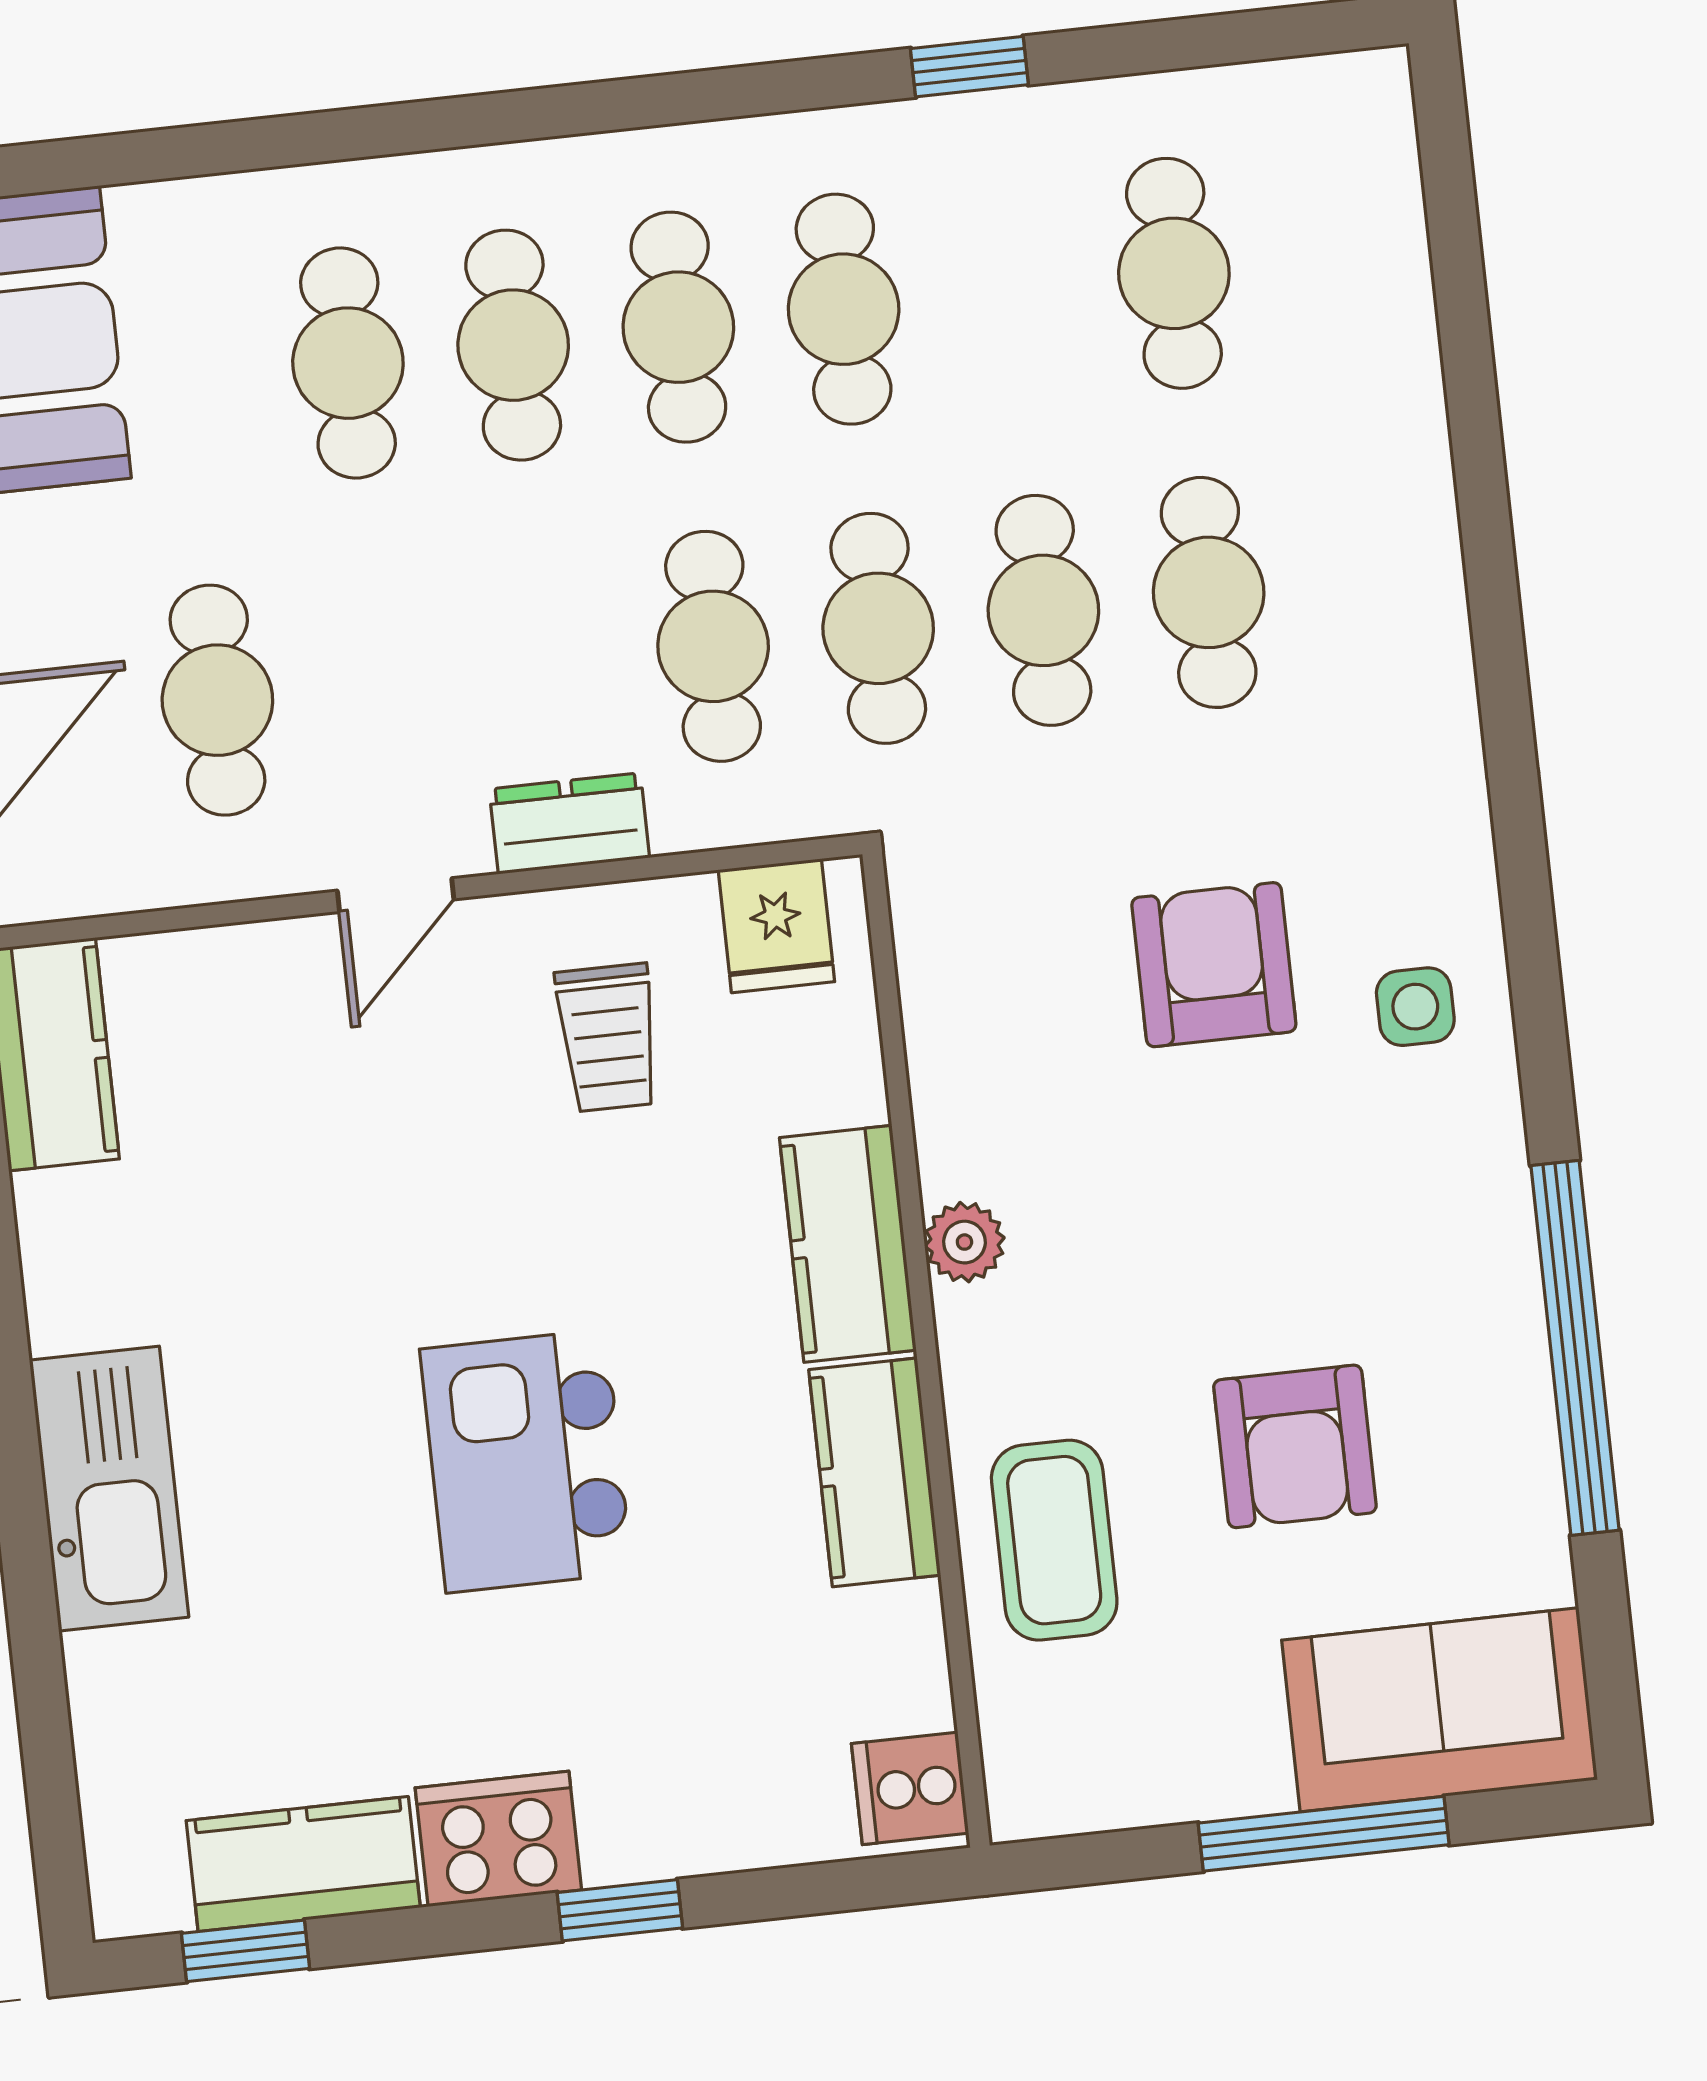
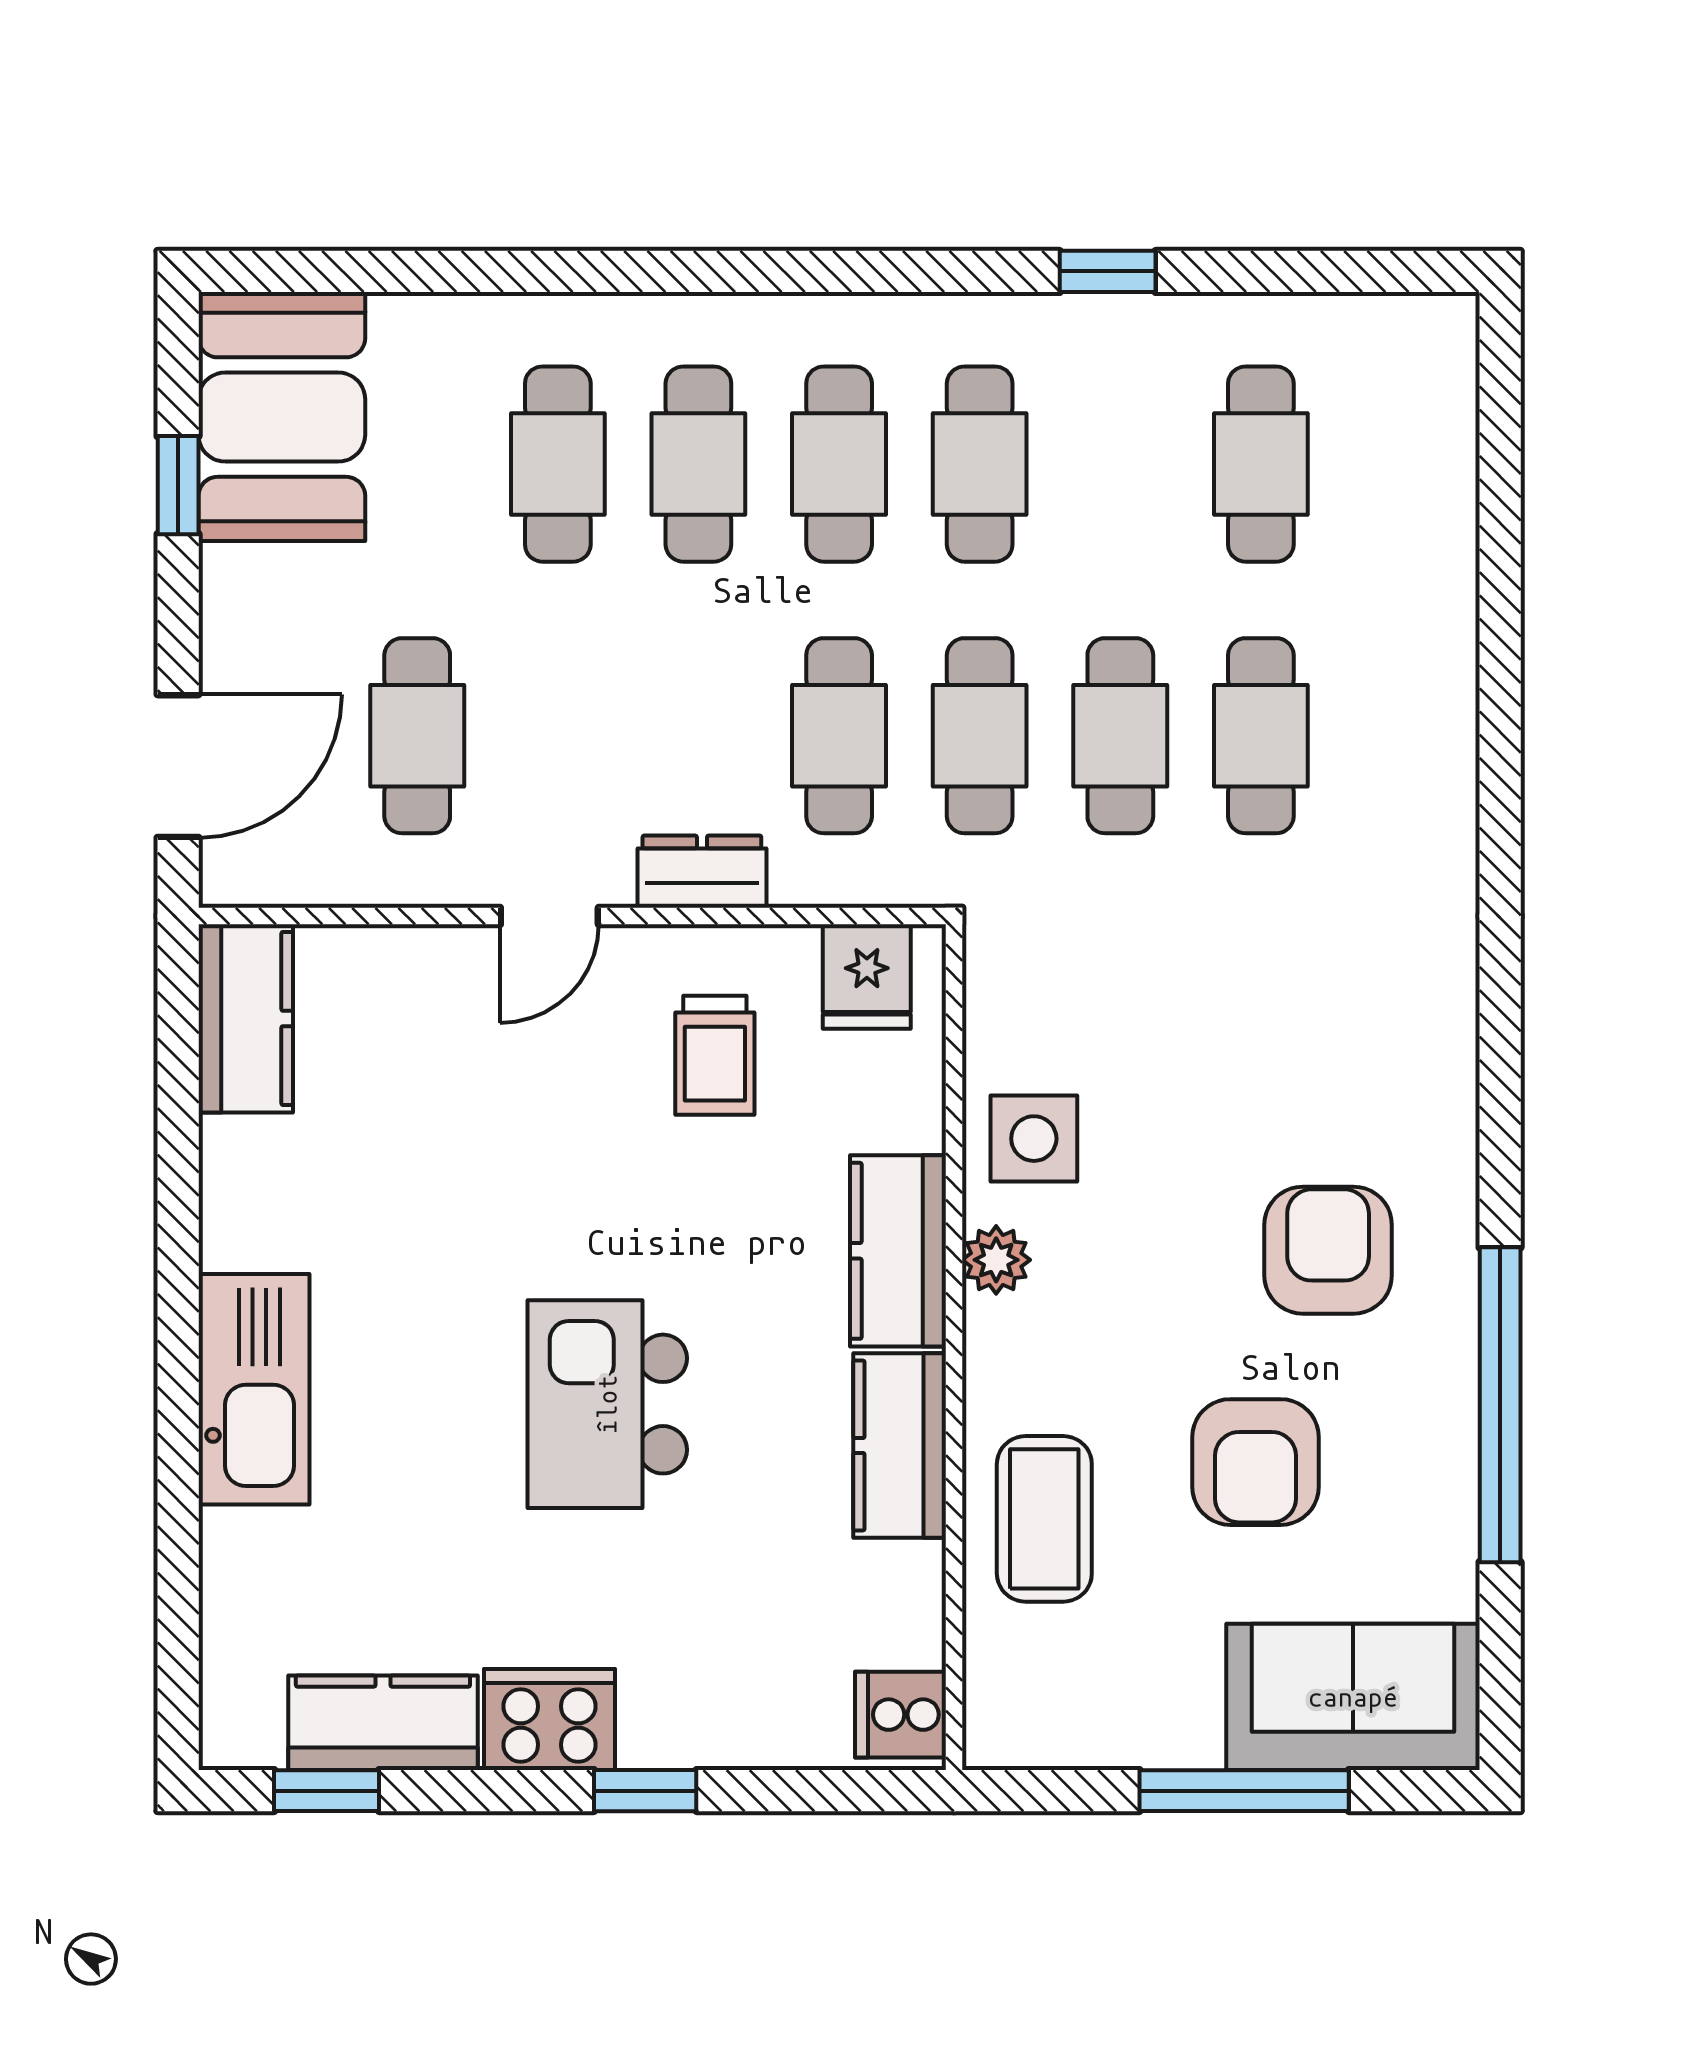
armchair: (1214, 965) -> (1328, 1250), moved
side table: (1415, 1007) -> (1034, 1139), moved, width x1.37, depth x1.37

